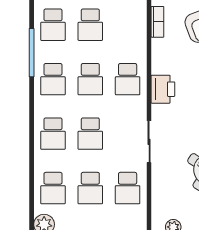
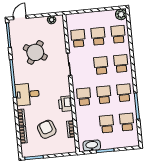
printer: (163, 89) -> (65, 104), moved

